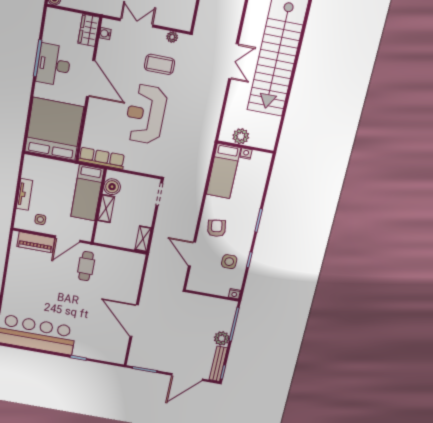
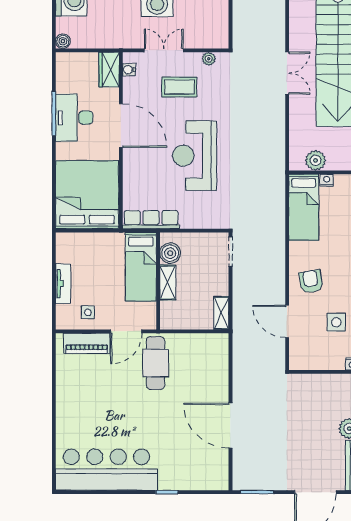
coffee table: (159, 64) -> (179, 87), moved
cafe table: (86, 266) -> (156, 363), width x1.37, depth x1.35

